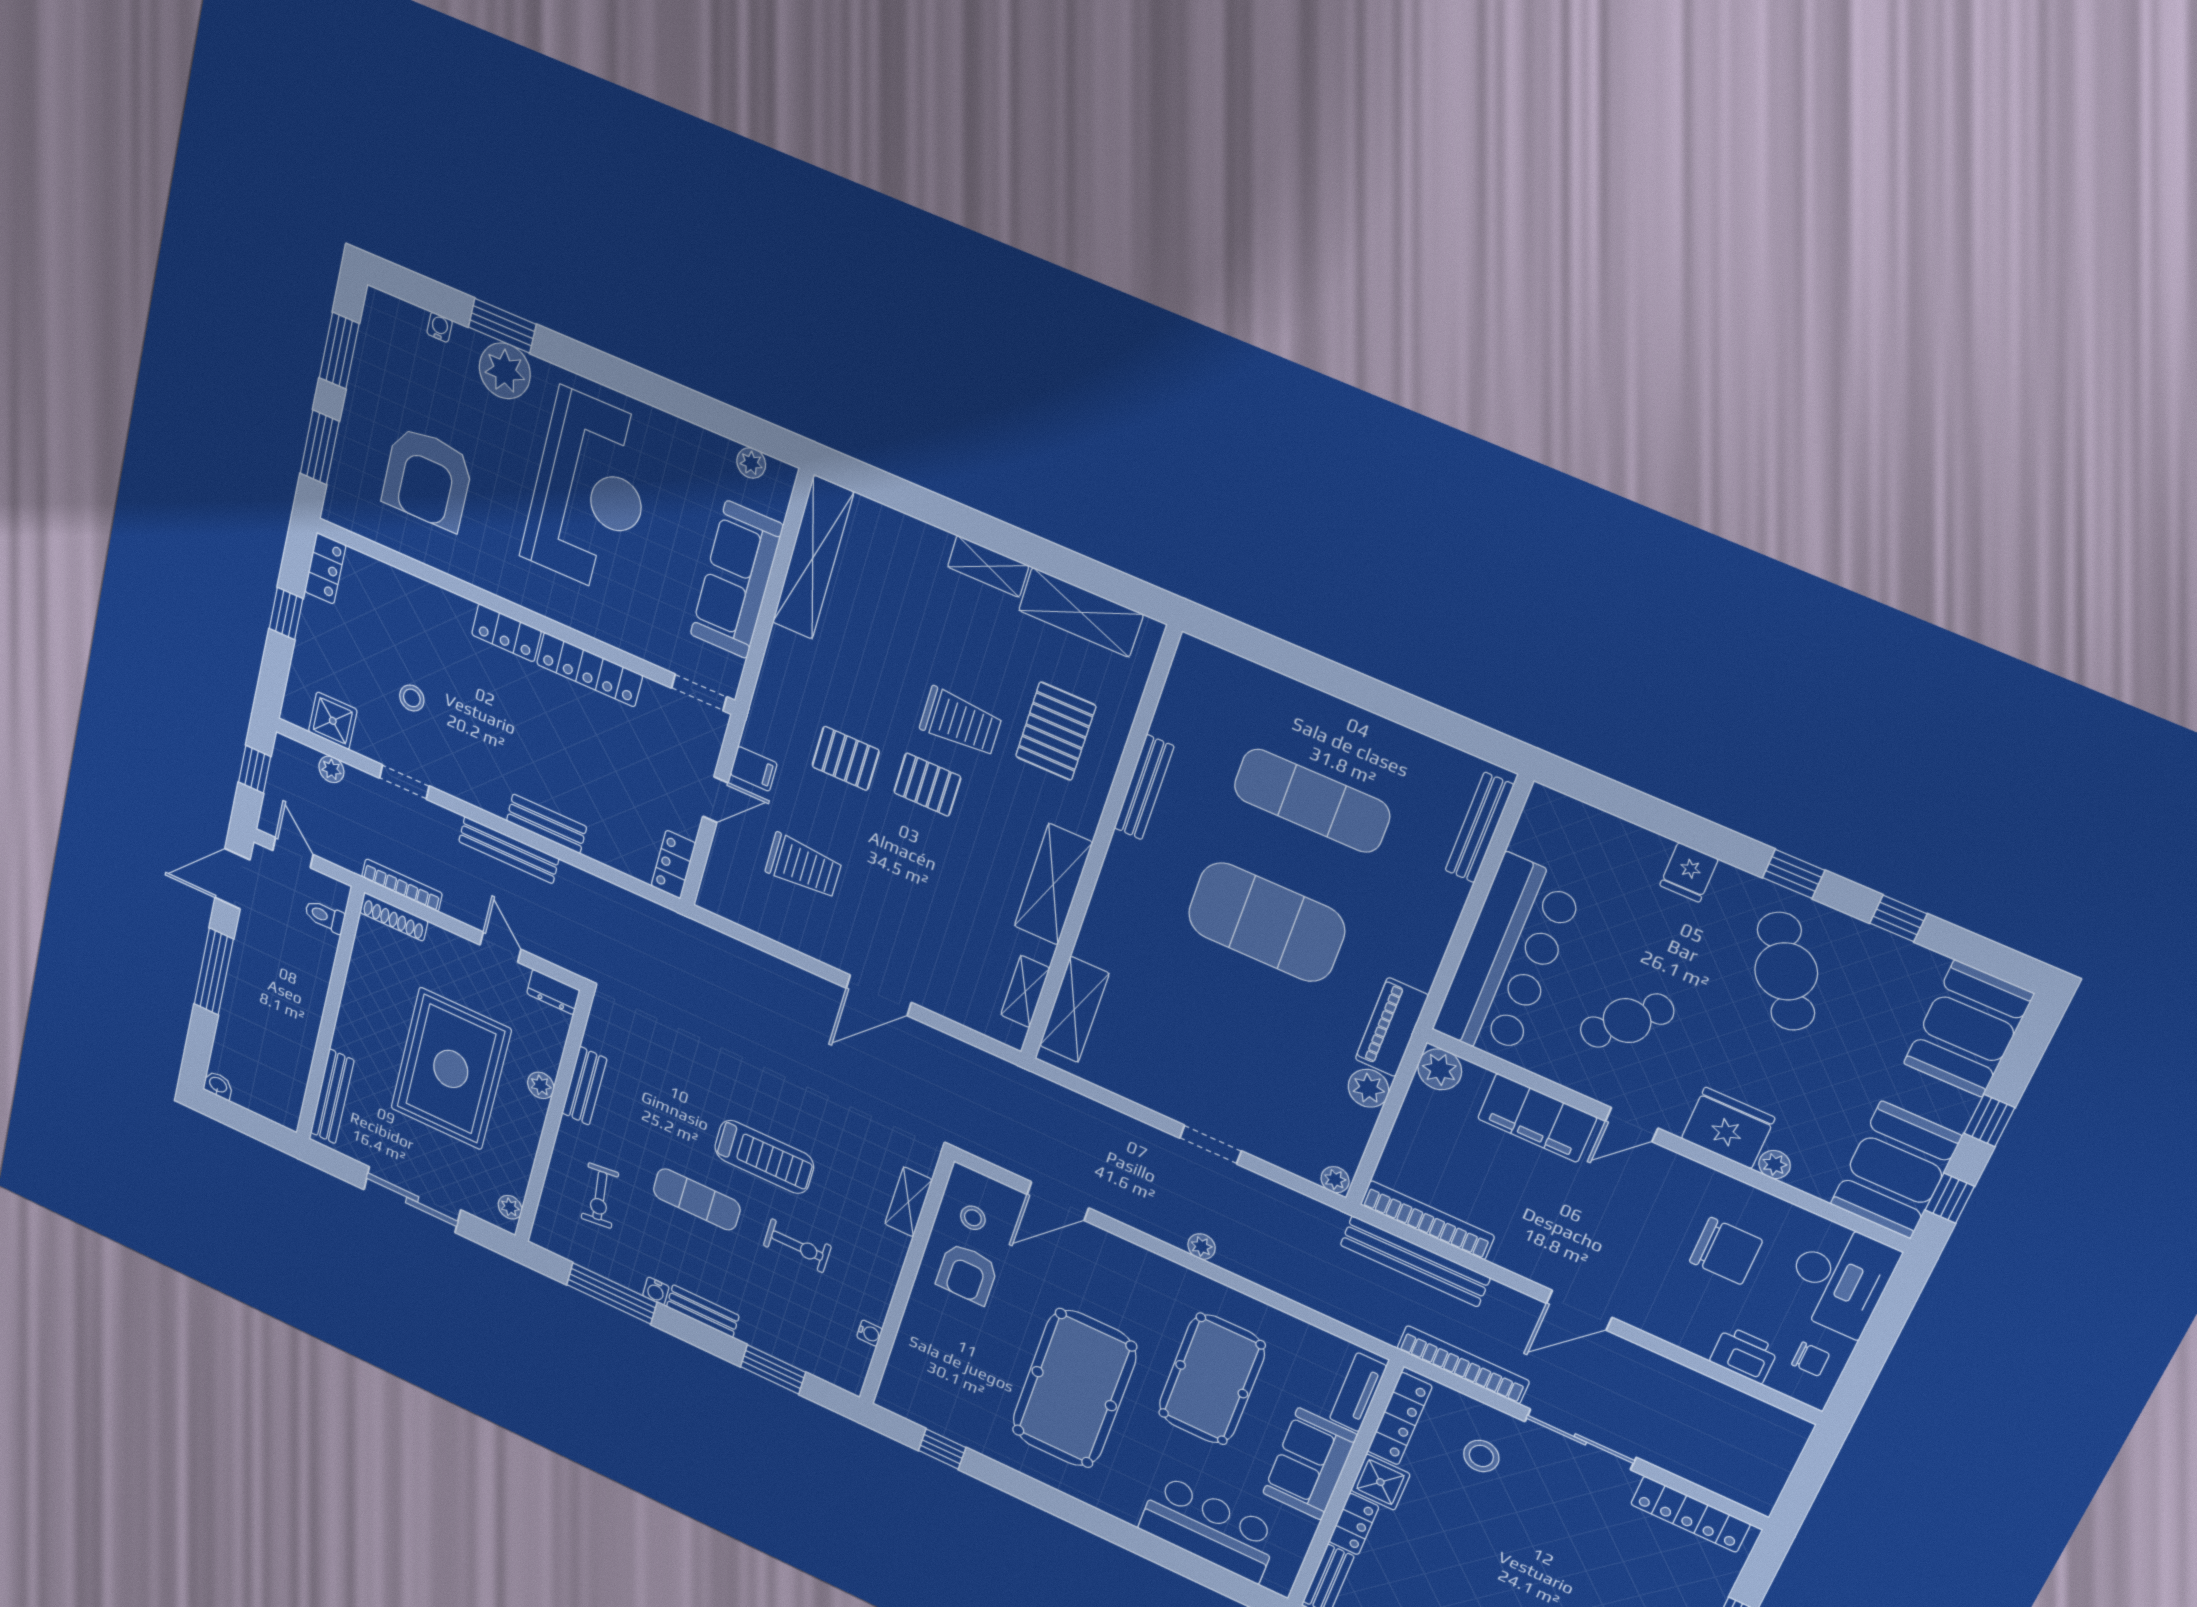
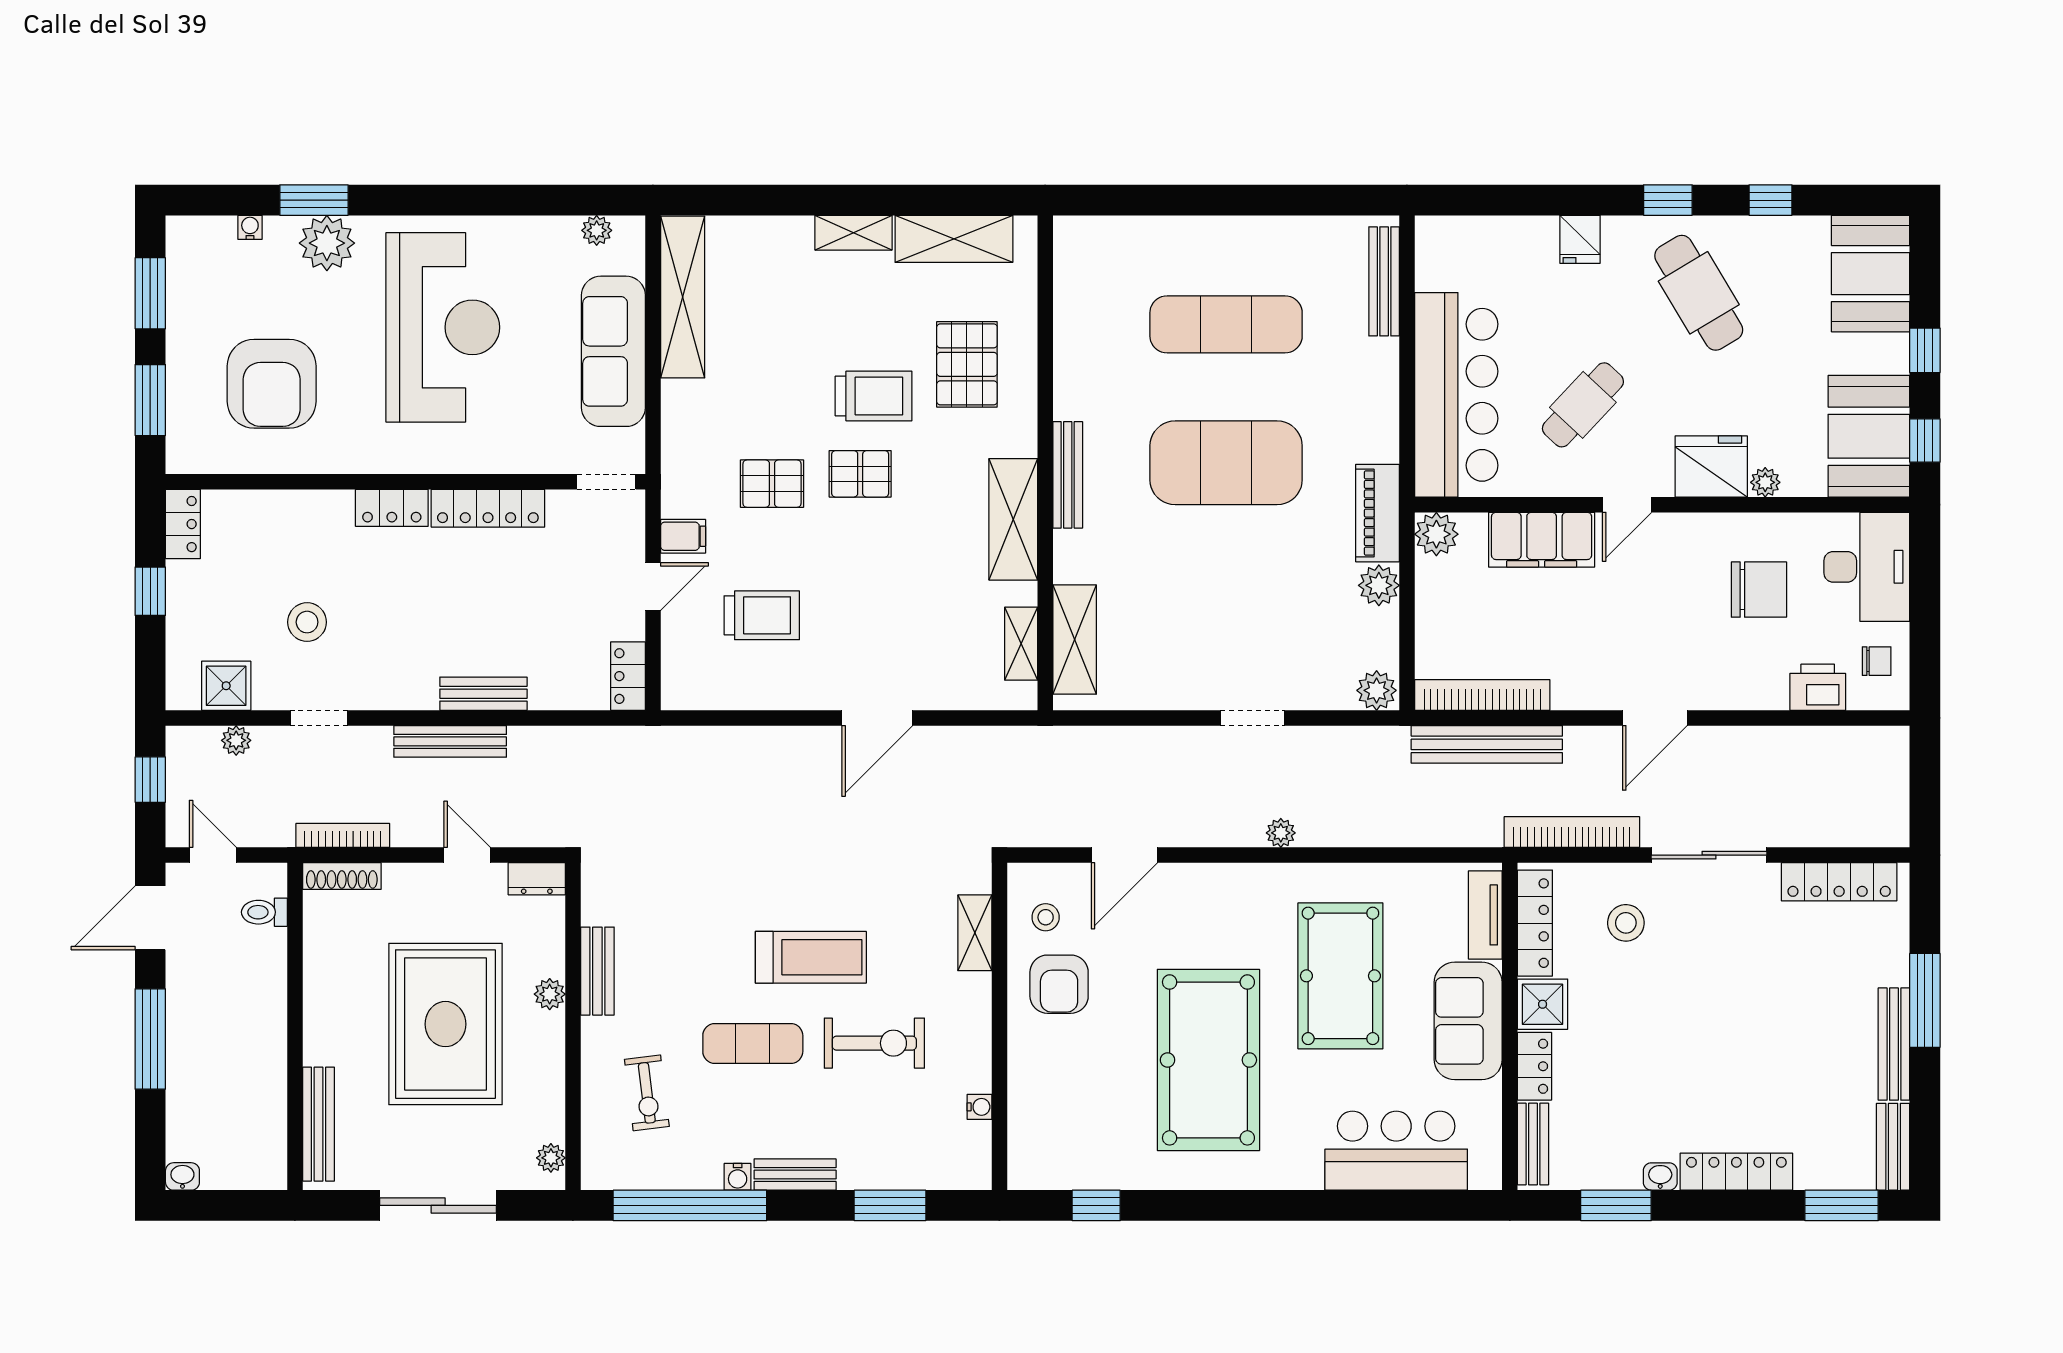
stool: (412, 698) -> (307, 622), width x1.37, depth x1.37
bench: (1144, 787) -> (1068, 475), moved
plant: (1335, 1180) -> (1377, 690), width x1.38, depth x1.38
exercise bike: (797, 1246) -> (874, 1043), width x1.38, depth x1.39
window: (612, 1294) -> (690, 1205), width x1.46

